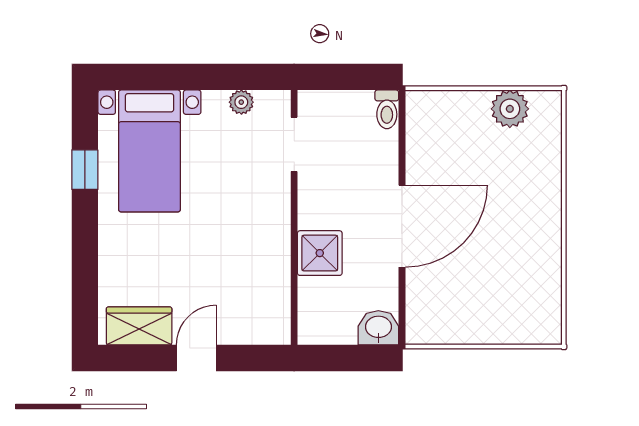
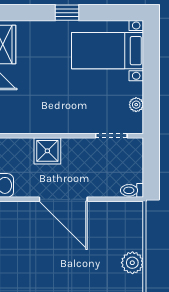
window: (85, 170) -> (67, 13), moved

